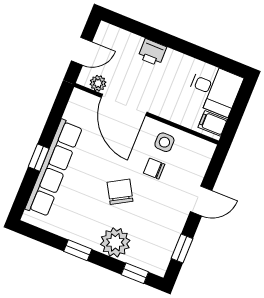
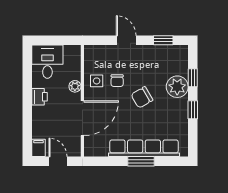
printer: (152, 52) -> (39, 97), moved
plant: (98, 83) -> (75, 86), moved
filing cabinet: (213, 123) -> (38, 148), moved, turned 180
window: (39, 158) -> (141, 161), width x1.50
window: (135, 273) -> (193, 78), moved

